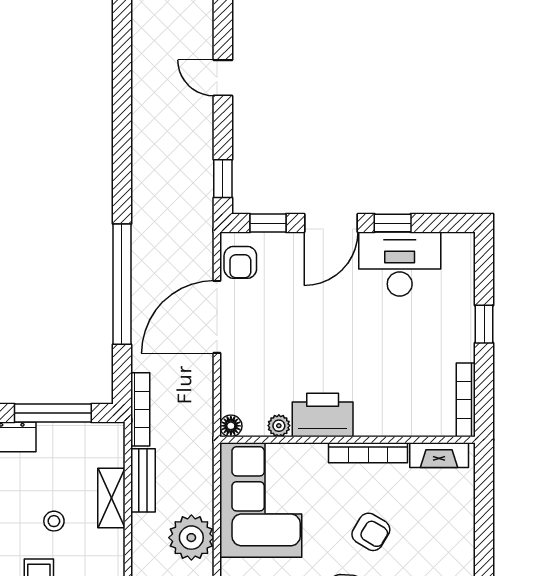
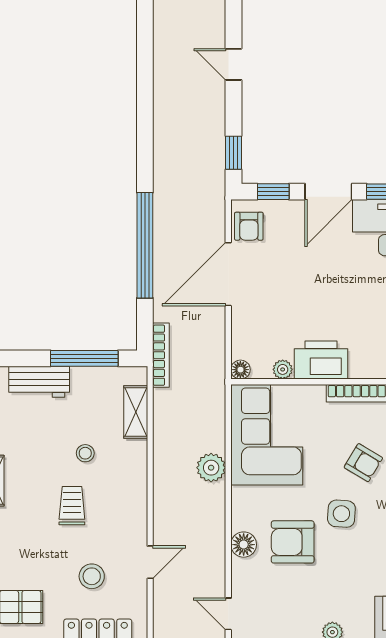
bench: (143, 480) -> (163, 417), removed
shelving: (111, 498) -> (136, 412), moved
plant: (191, 538) -> (211, 468), width x0.73, depth x0.73

